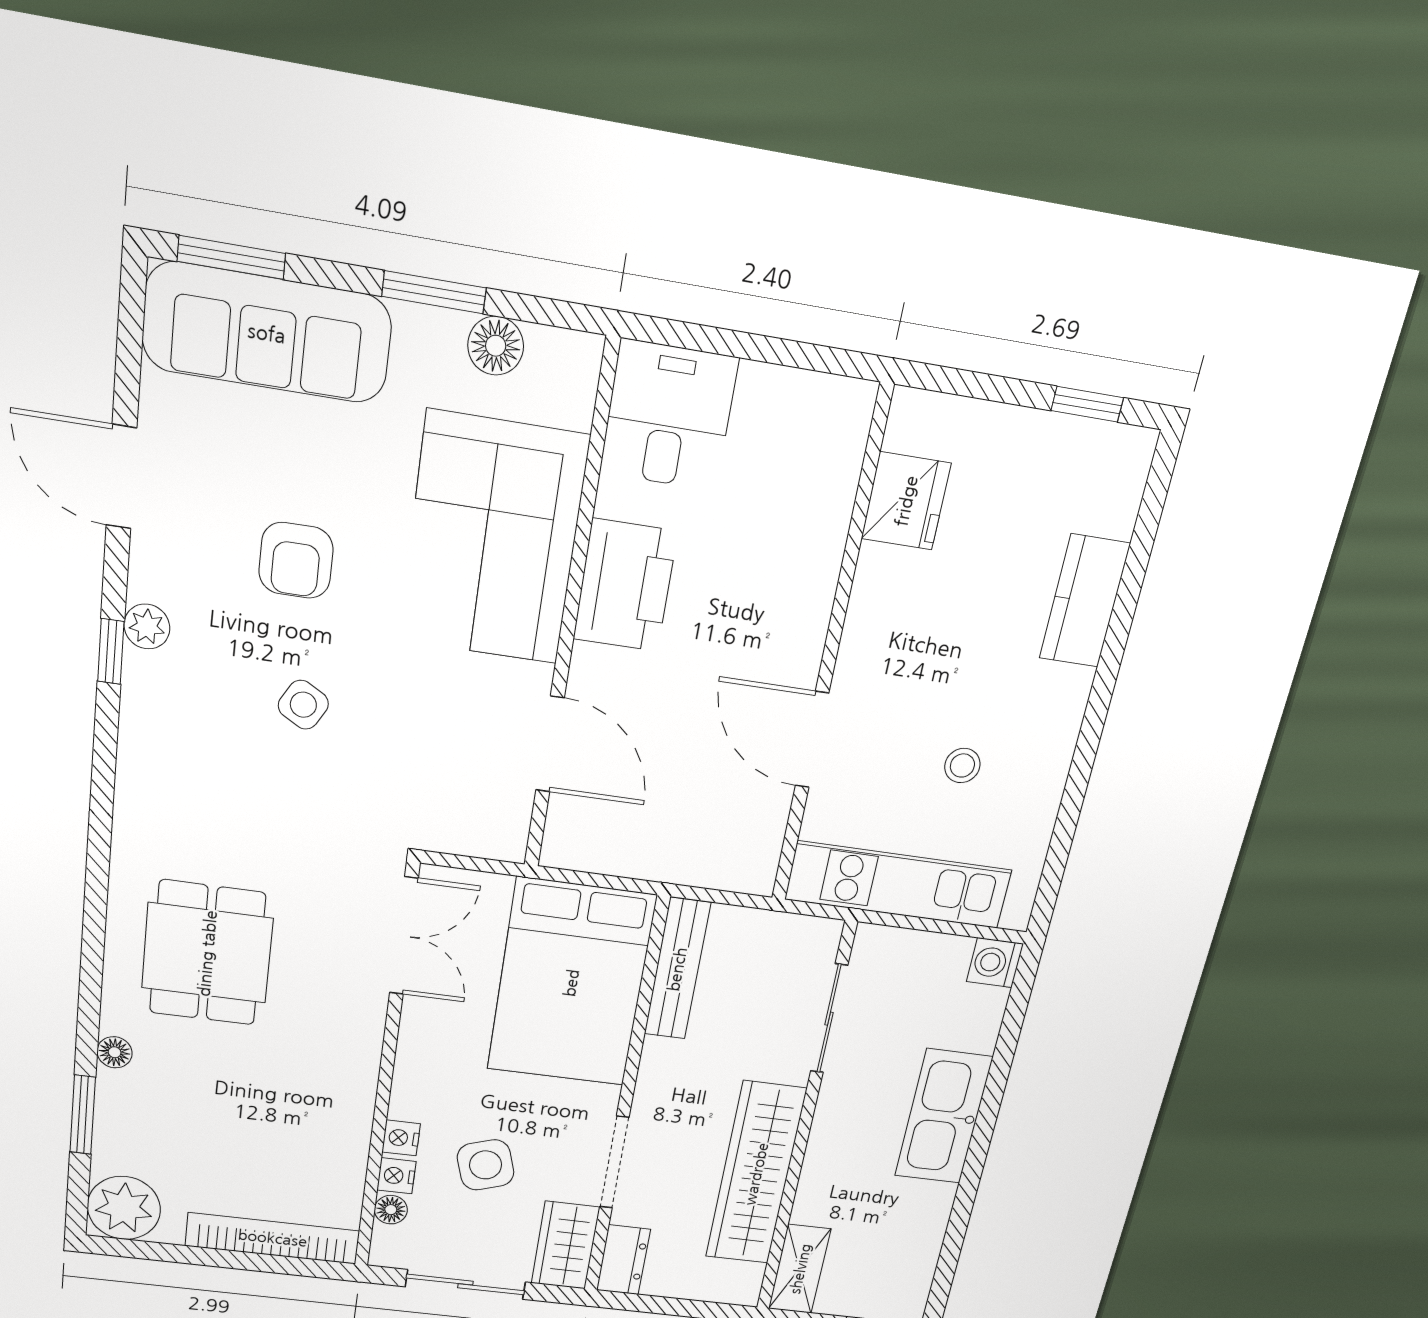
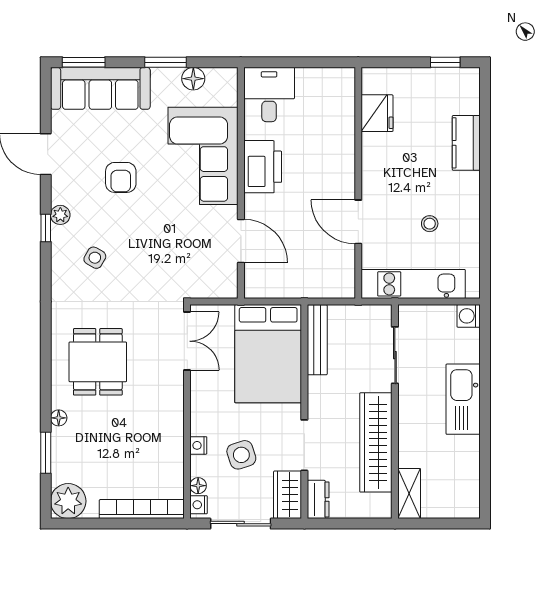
side table: (303, 705) -> (95, 258), moved
nightstand: (396, 1176) -> (199, 505), moved

